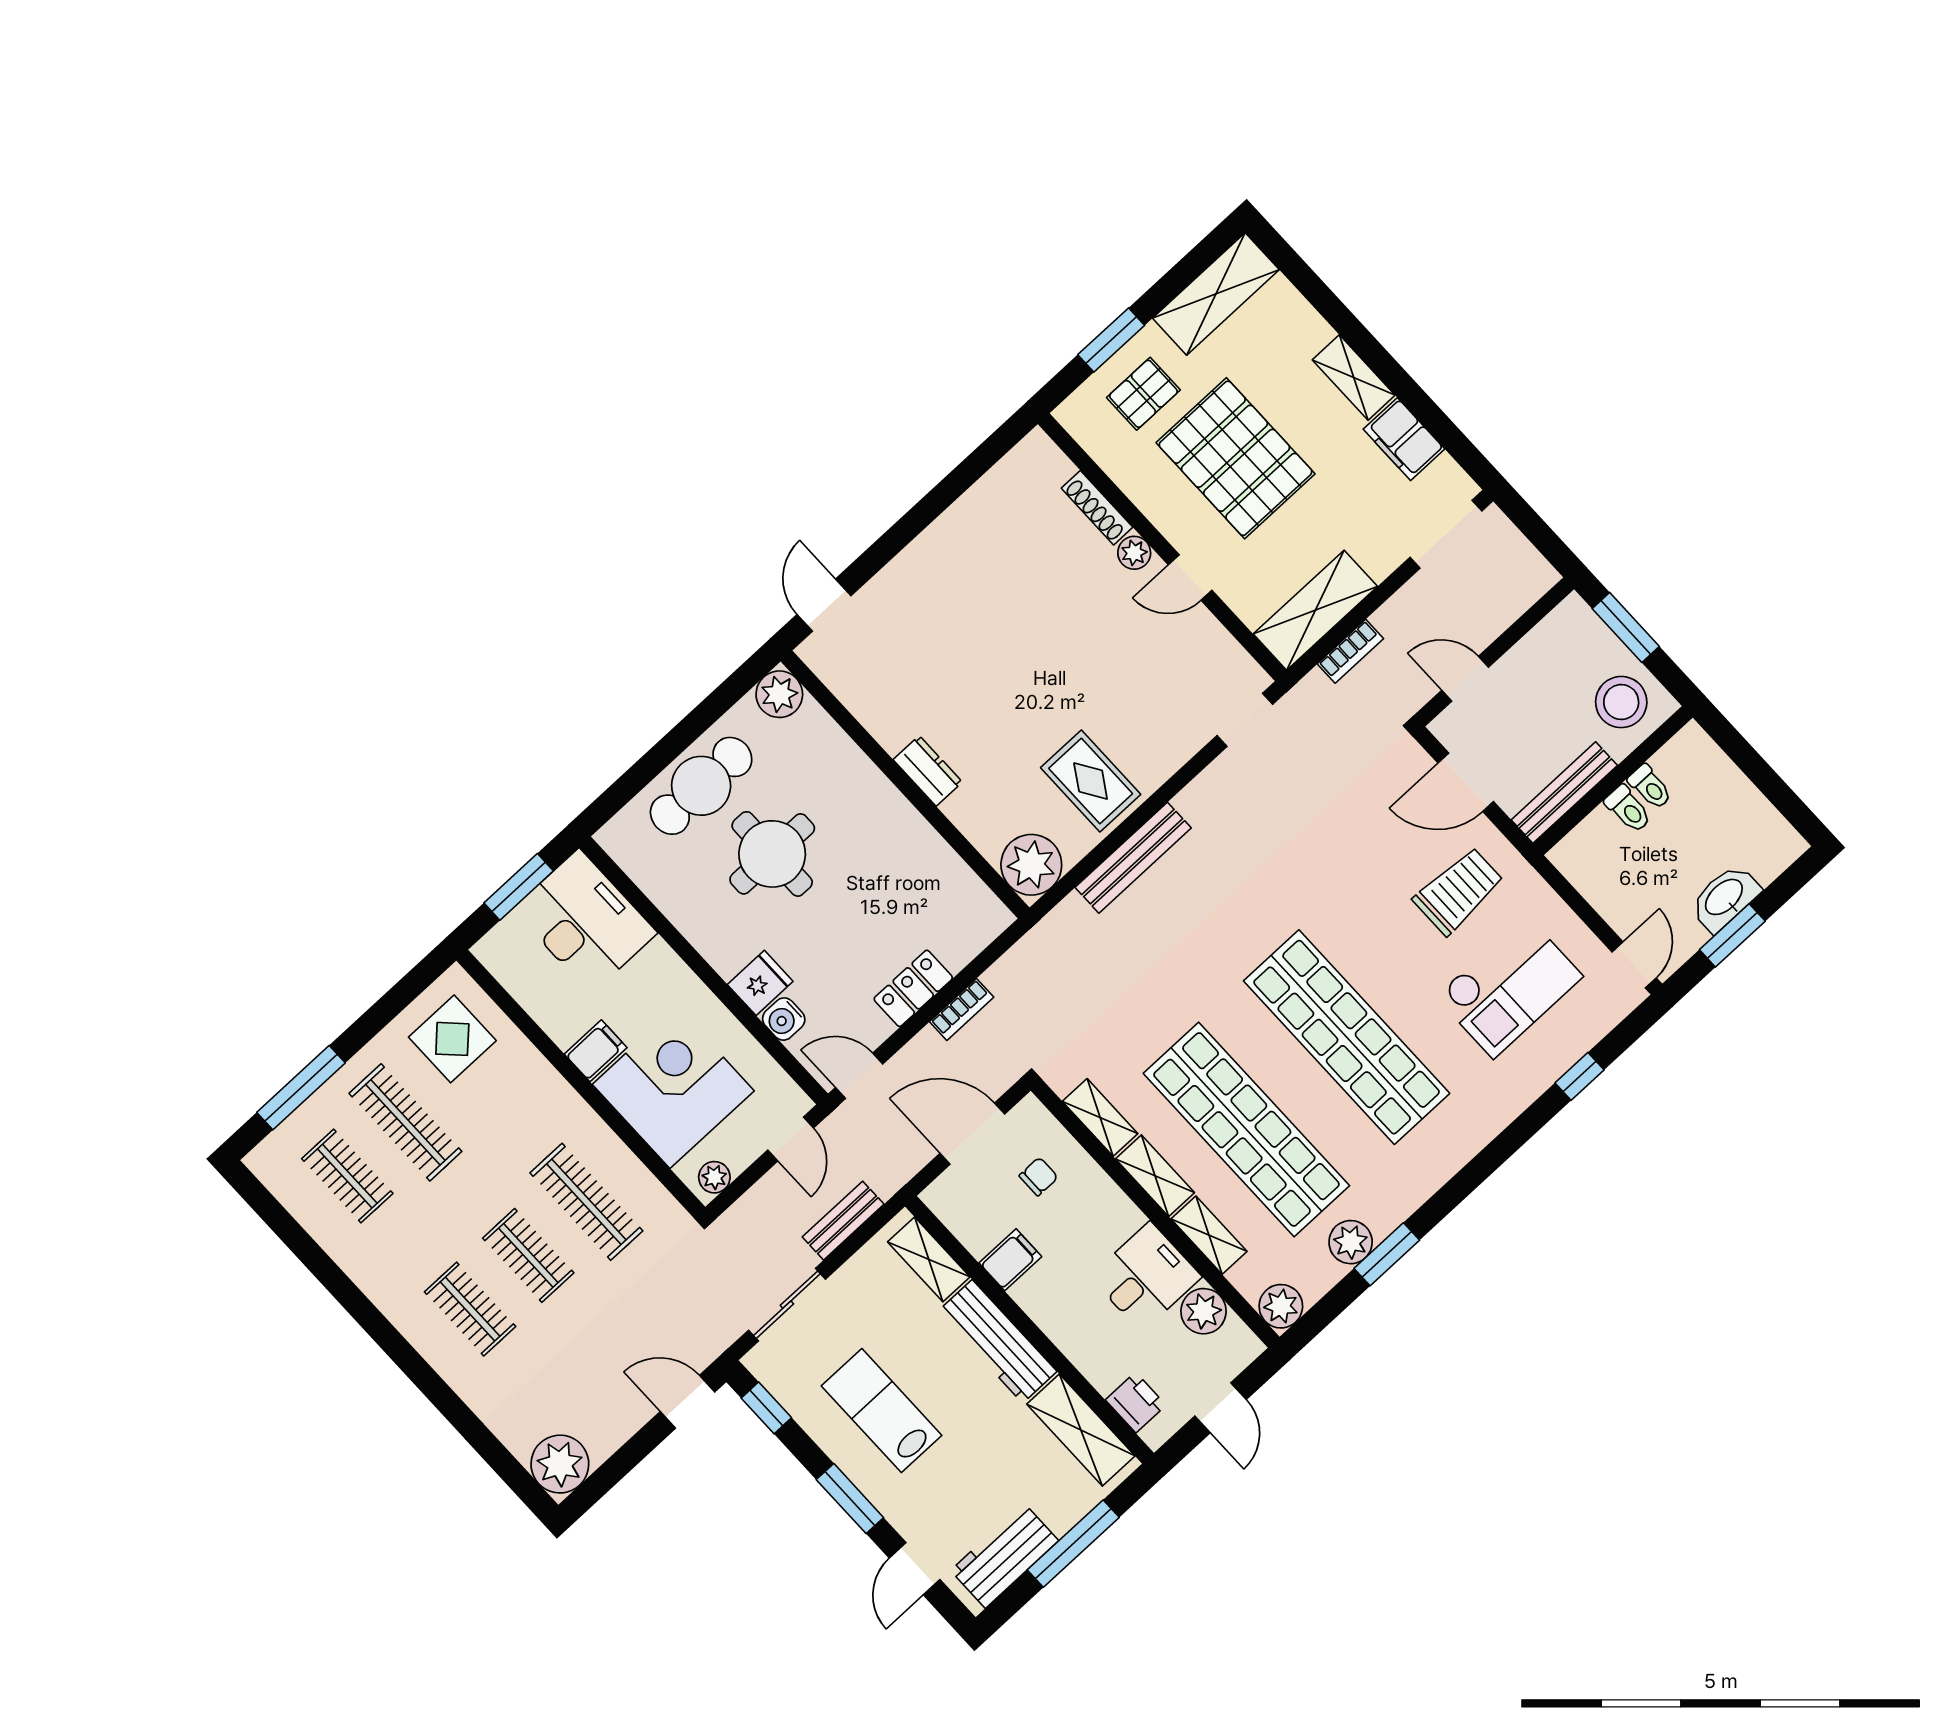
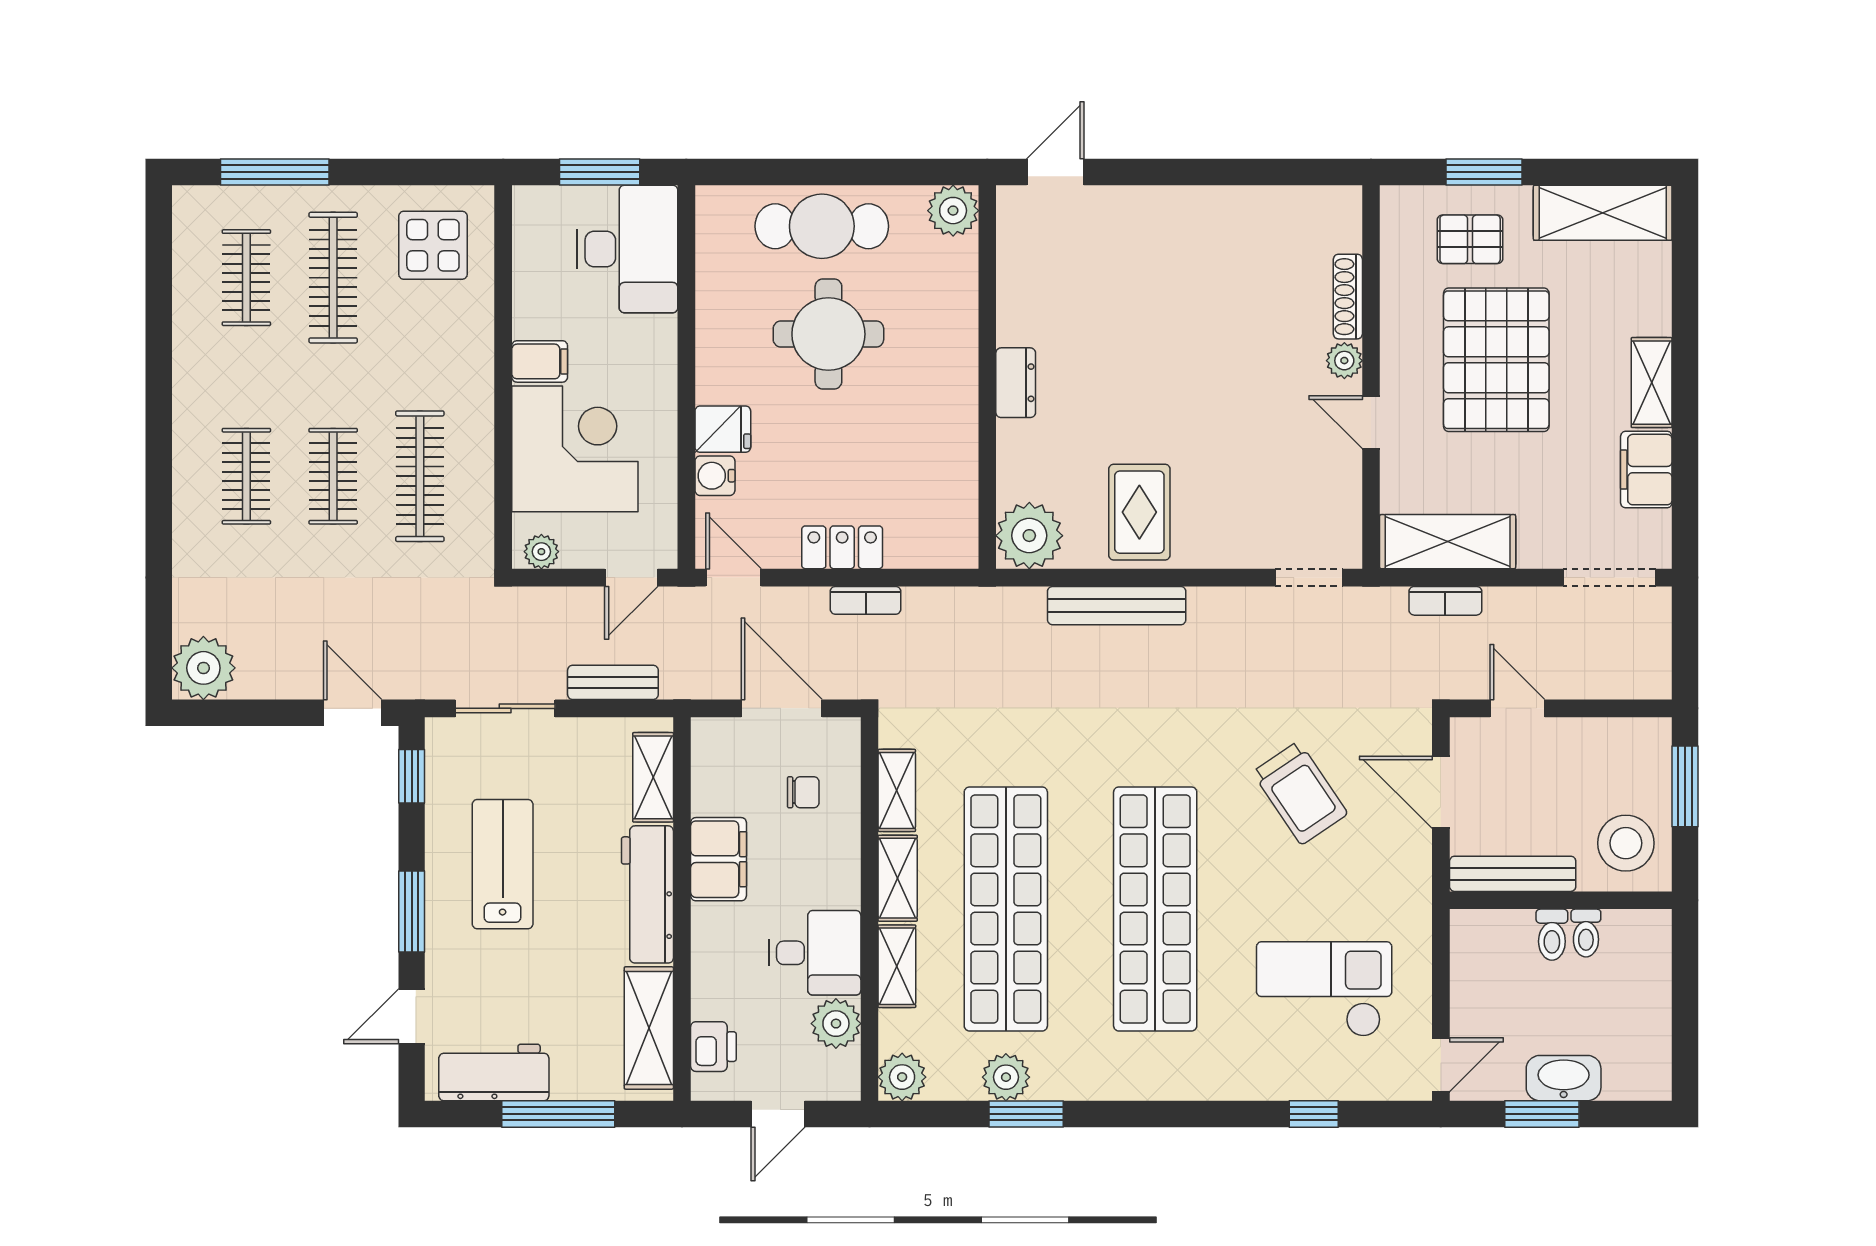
trolley: (1458, 891) -> (1300, 793), moved, turned 56
checkout: (1509, 986) -> (1324, 989), turned 180
filing cabinet: (1010, 1260) -> (719, 859), width x2.00

